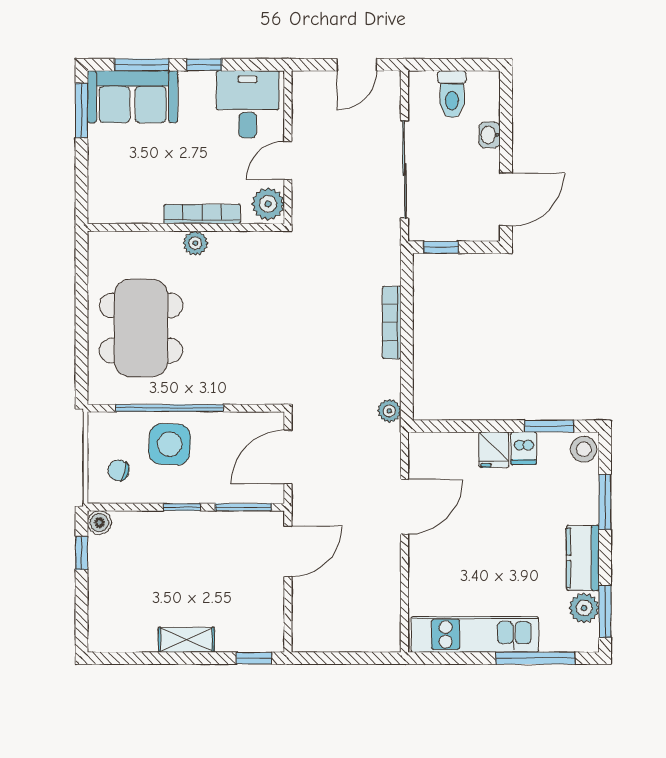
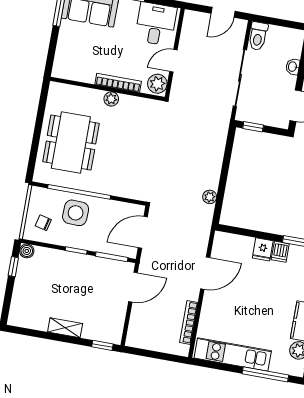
toilet: (452, 94) -> (258, 36), moved
bookcase: (392, 322) -> (189, 322), moved
plant: (389, 411) -> (210, 197), moved

